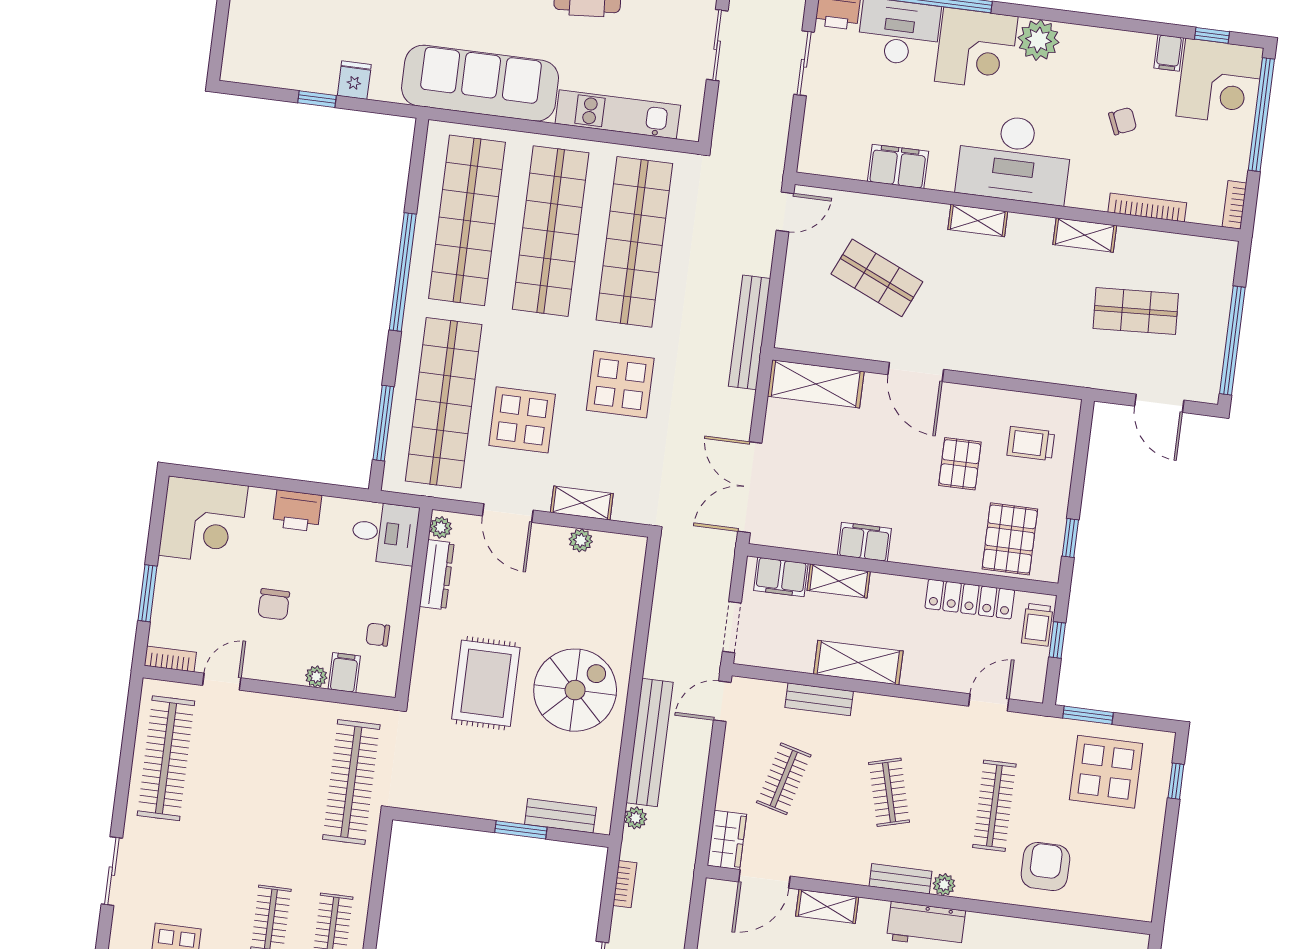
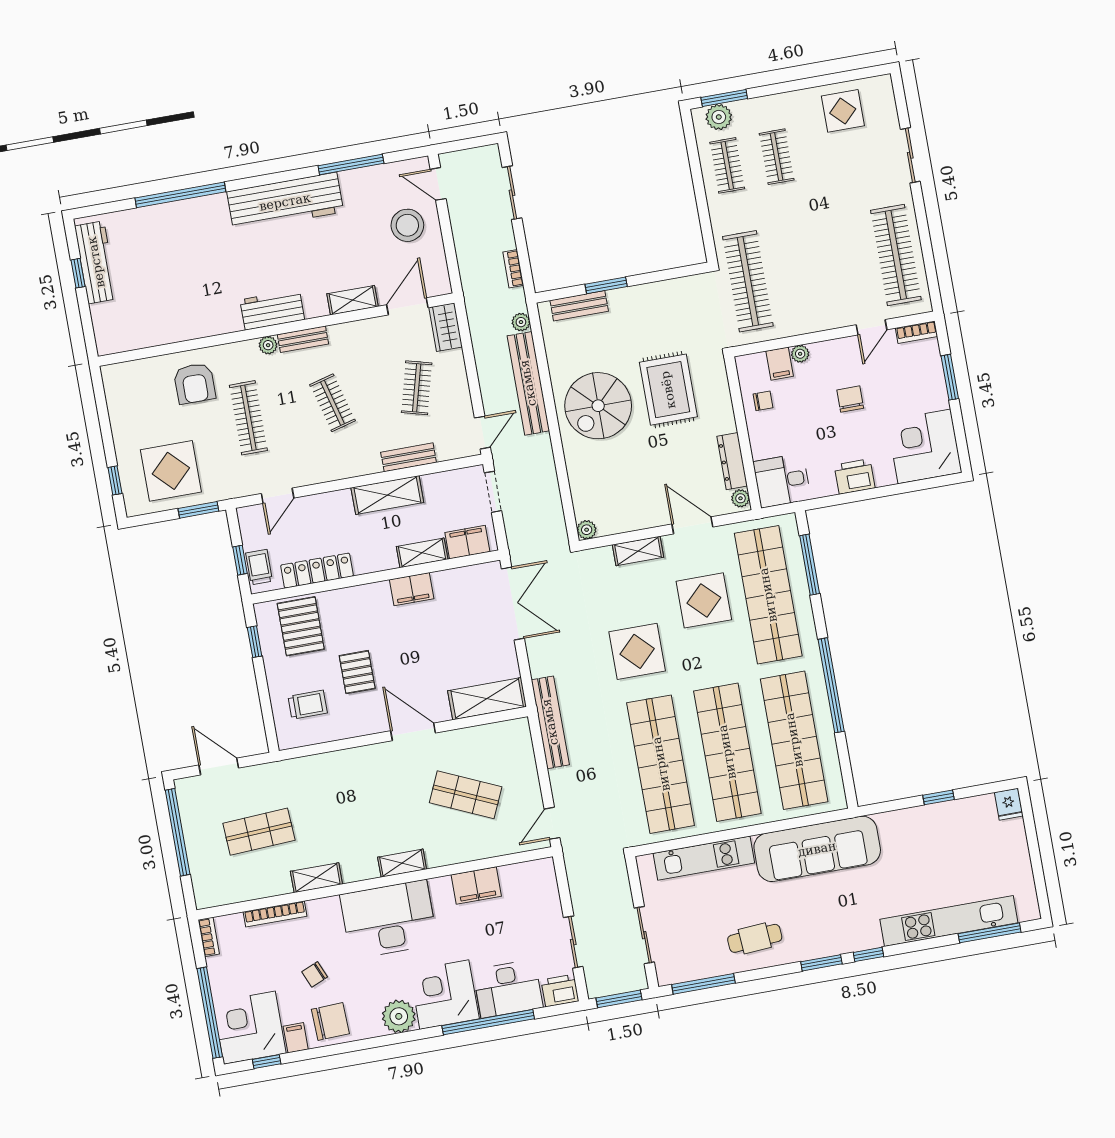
chair: (1122, 59) -> (330, 1021), added
fridge: (354, 80) -> (1009, 804), moved
plant: (581, 540) -> (587, 530), moved

